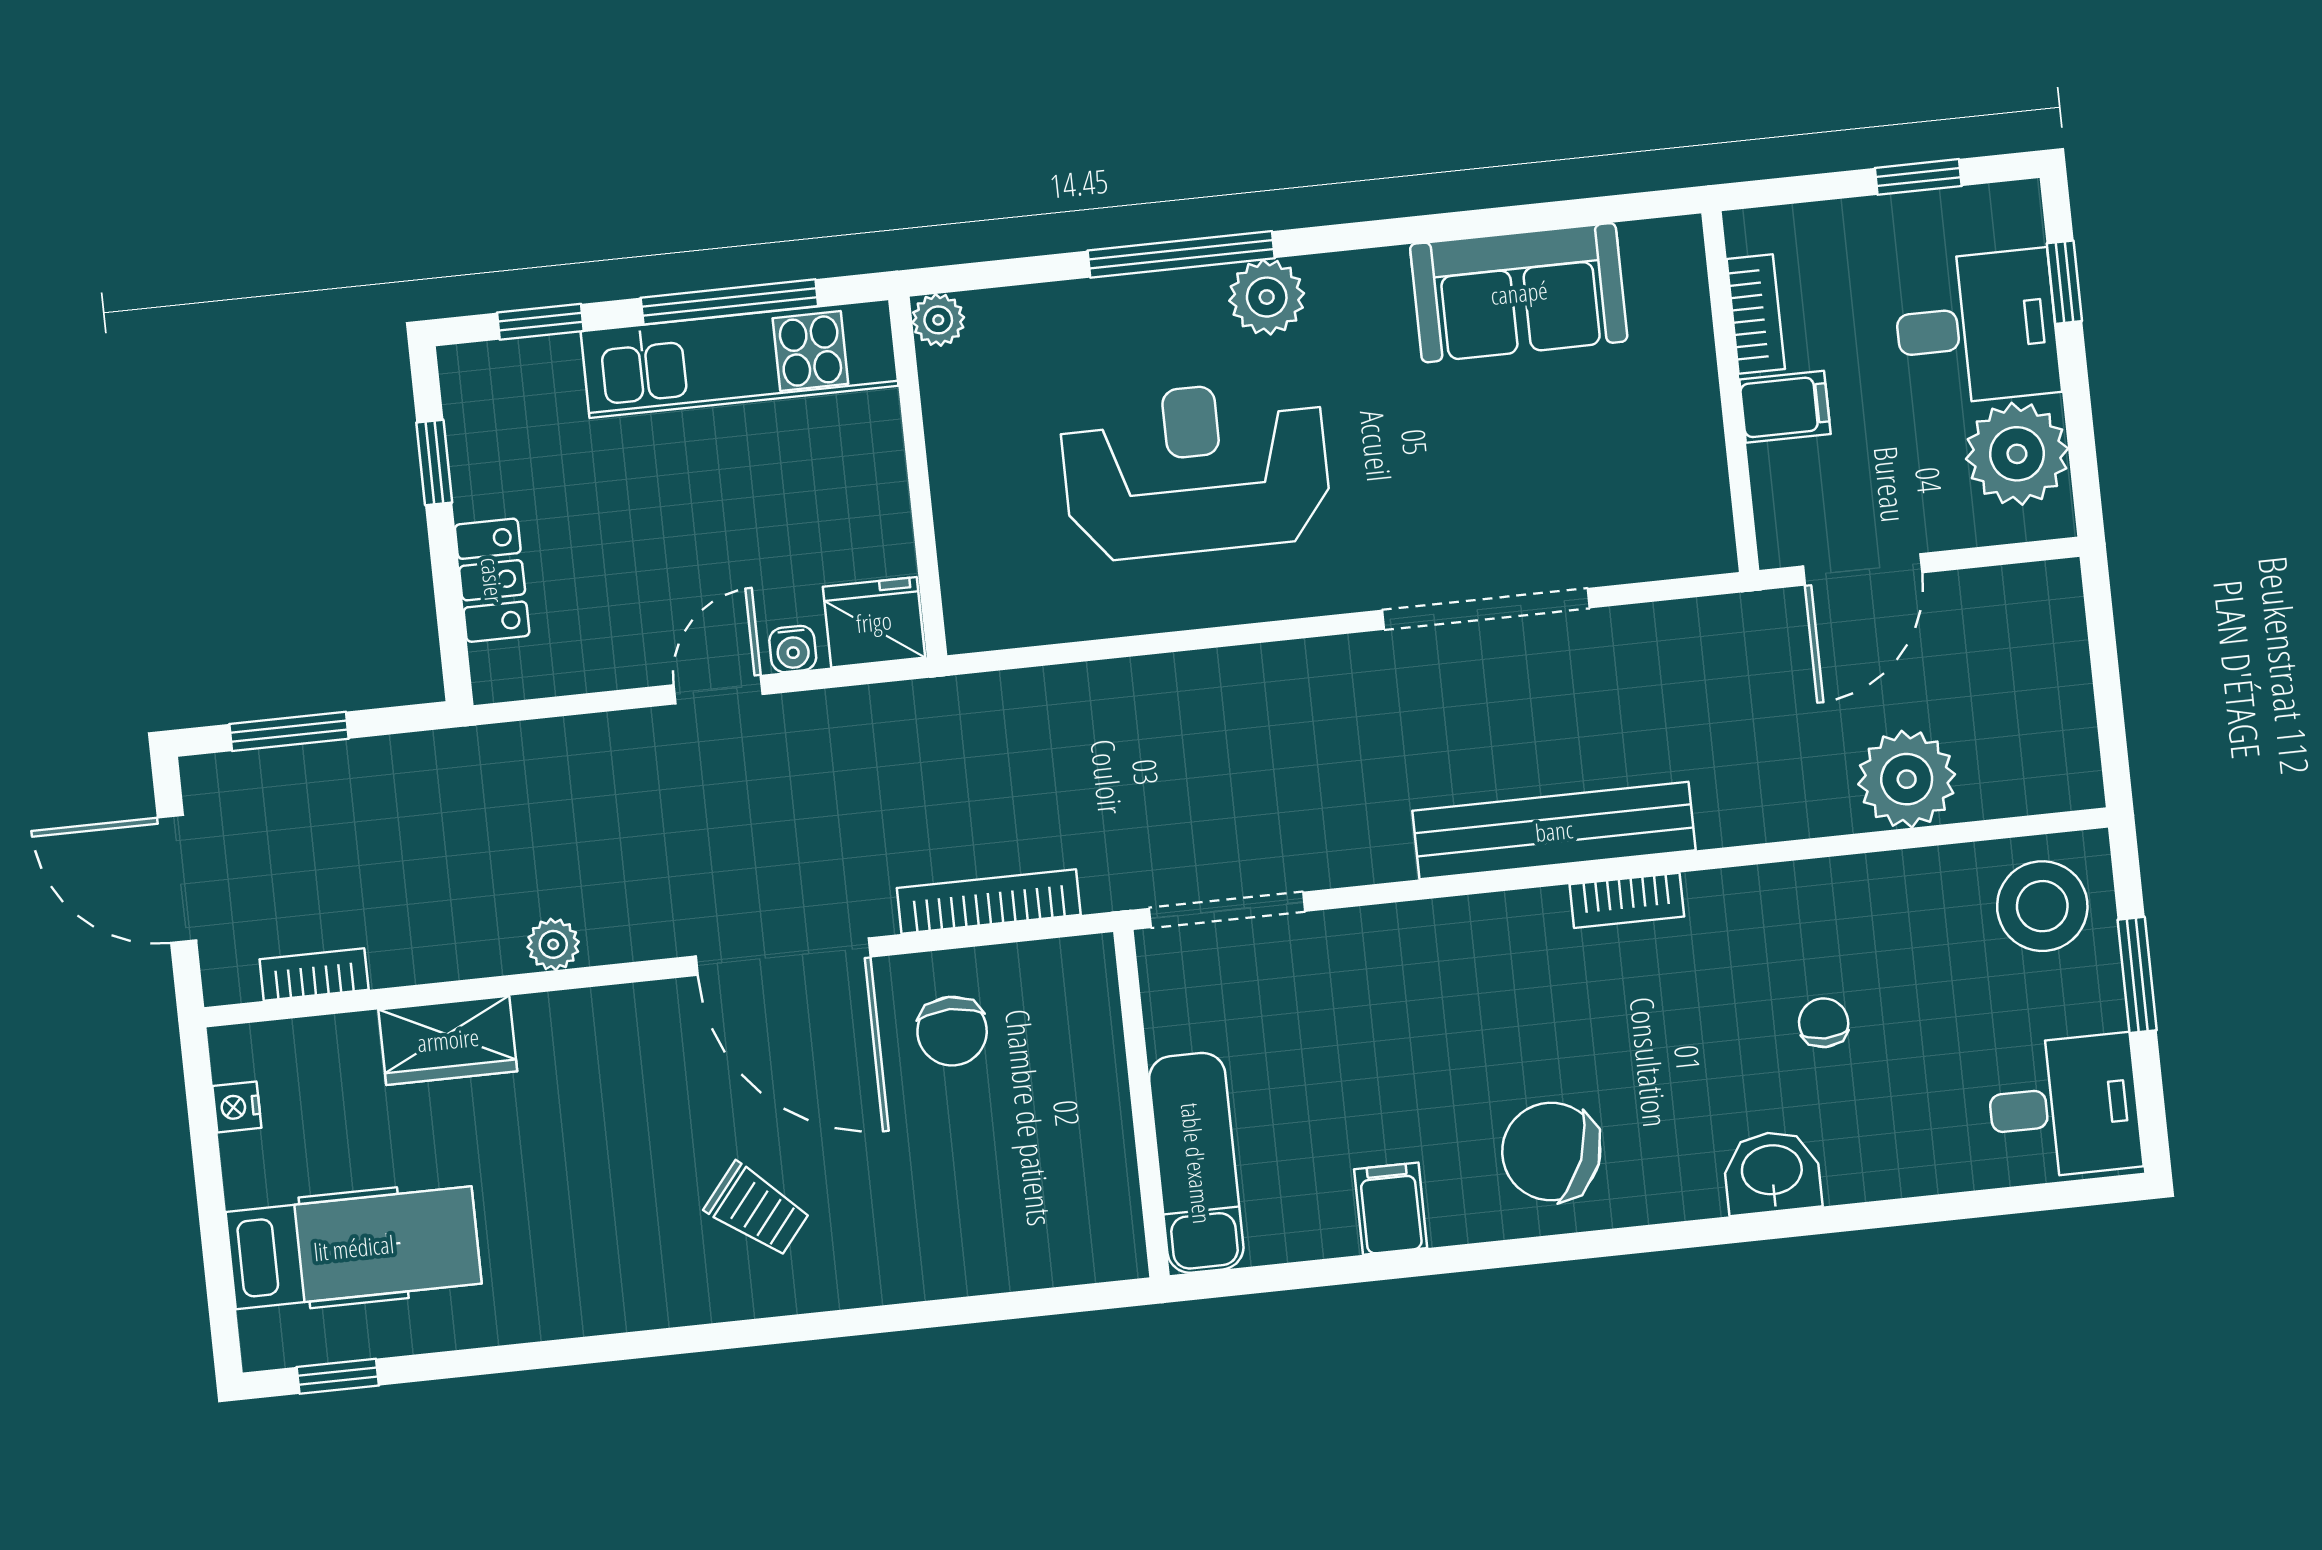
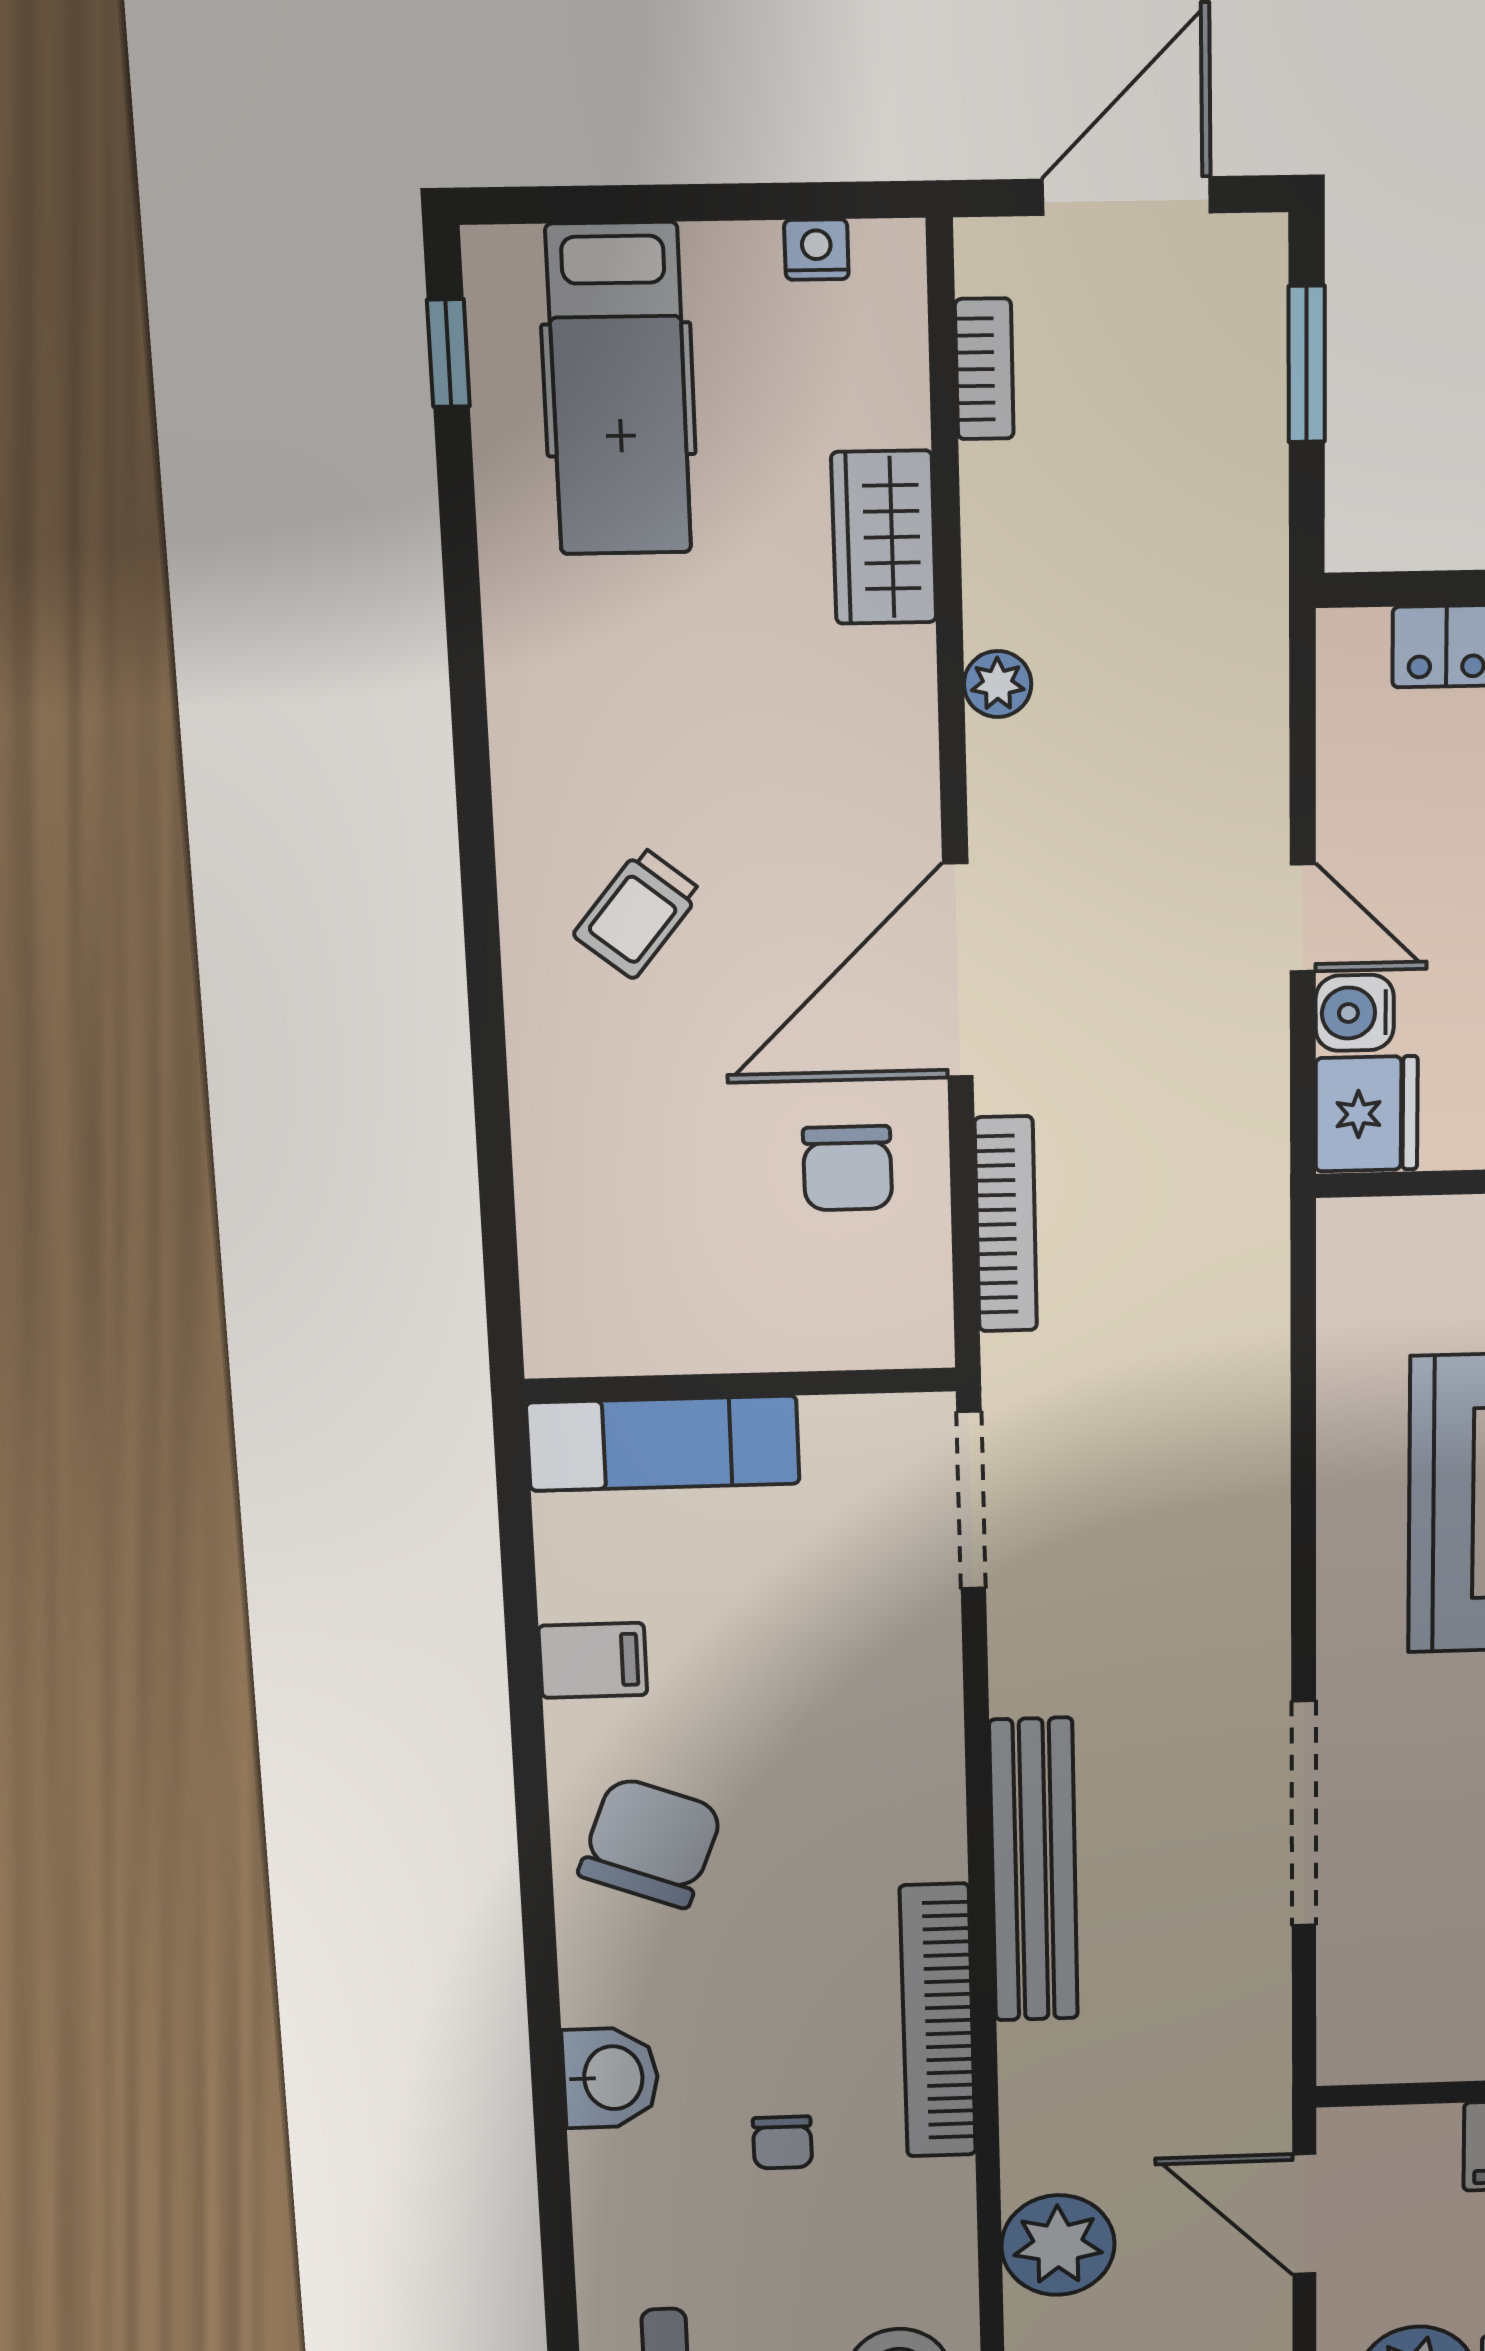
water cooler: (793, 649) -> (1355, 1013), width x1.38, depth x1.38
bookcase: (1627, 900) -> (938, 2021), width x2.31, depth x1.31
chair: (1824, 1023) -> (782, 2142), turned 90
chair: (952, 1031) -> (848, 1168), turned -90

